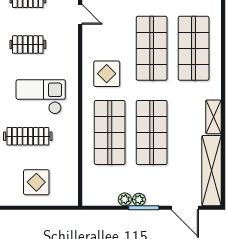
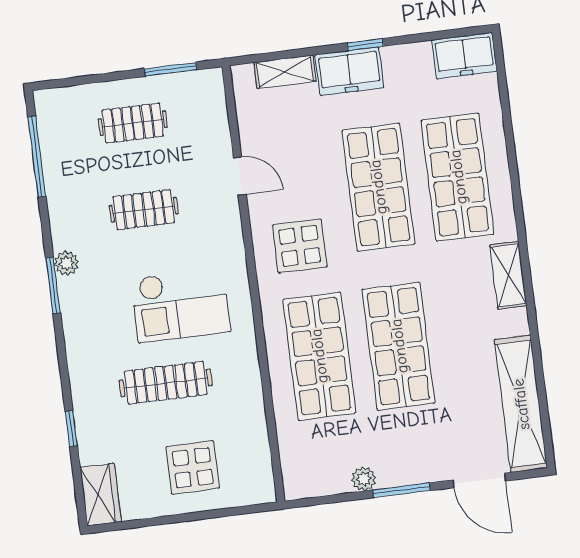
door: (80, 14) -> (240, 176), moved
checkout: (41, 97) -> (181, 305), turned 180
shelving: (214, 117) -> (508, 275), moved
plant: (139, 199) -> (390, 476), removed

